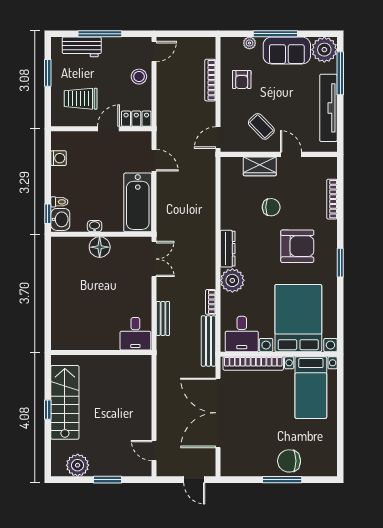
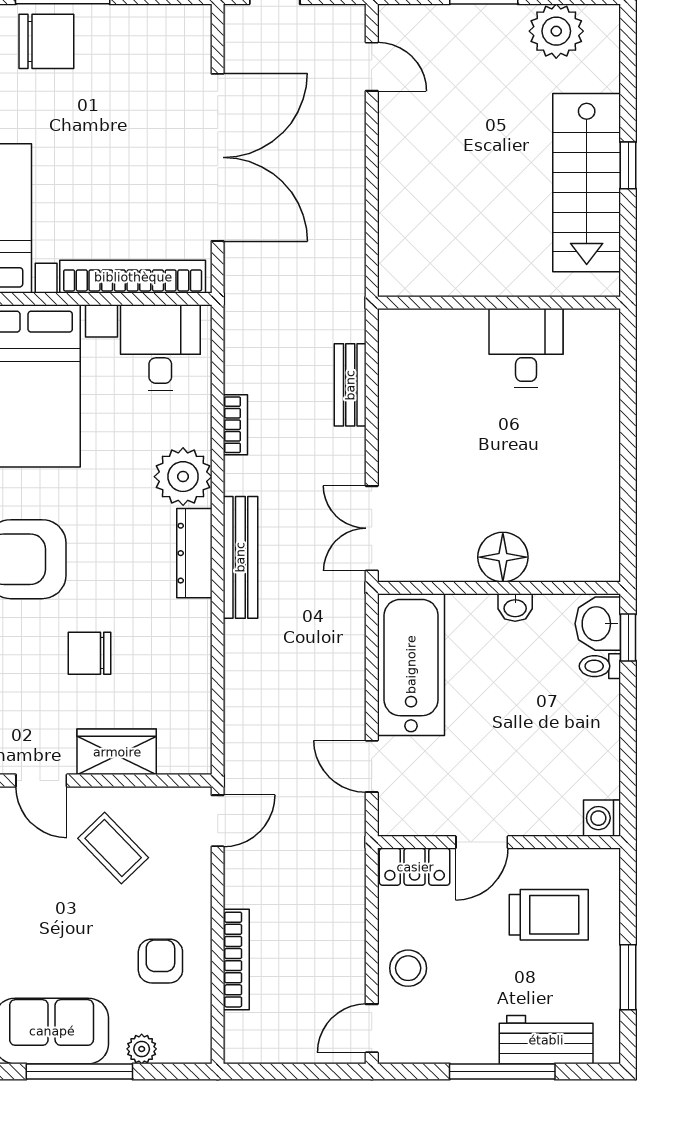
washing machine: (59, 158) -> (602, 818), moved
desk: (135, 334) -> (526, 348), moved
bench: (208, 341) -> (240, 557), moved

